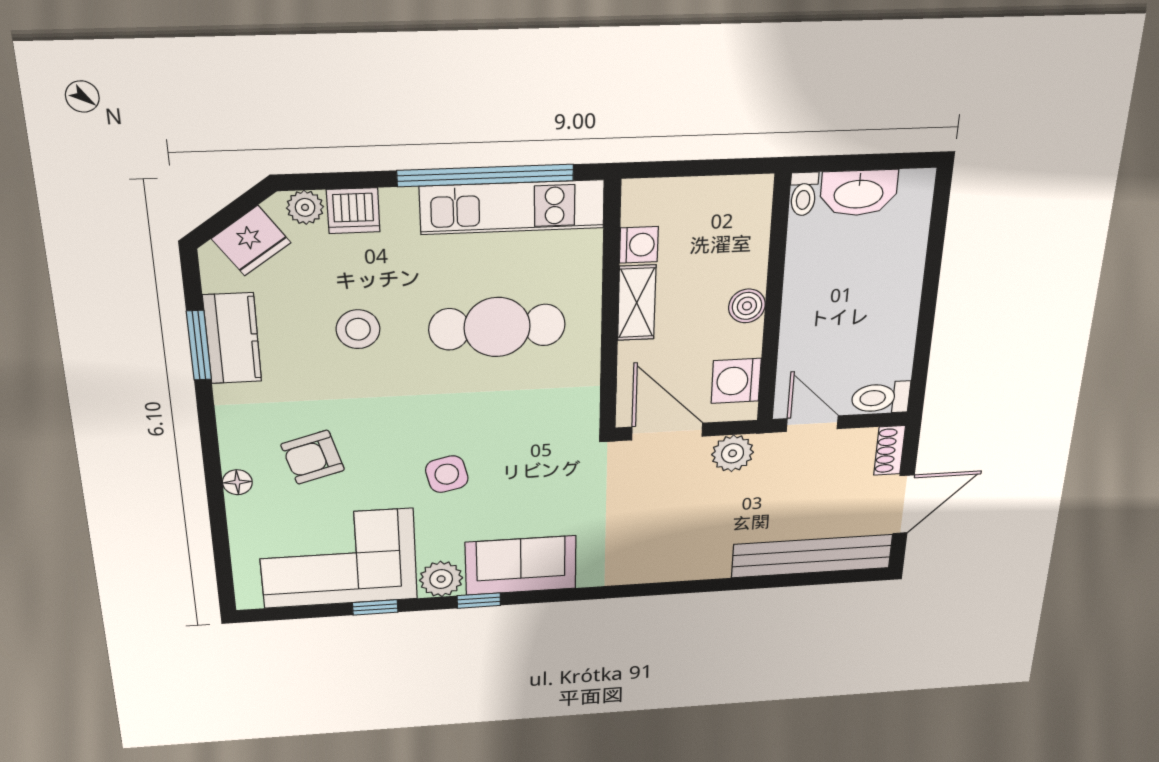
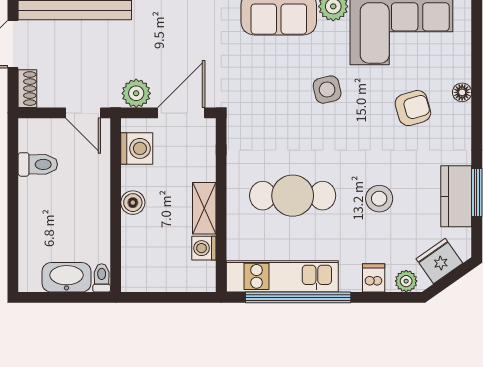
dishwasher: (353, 211) -> (374, 278), width x0.73
toilet: (881, 398) -> (38, 164), moved
door: (667, 432) -> (181, 113), swing flipped

